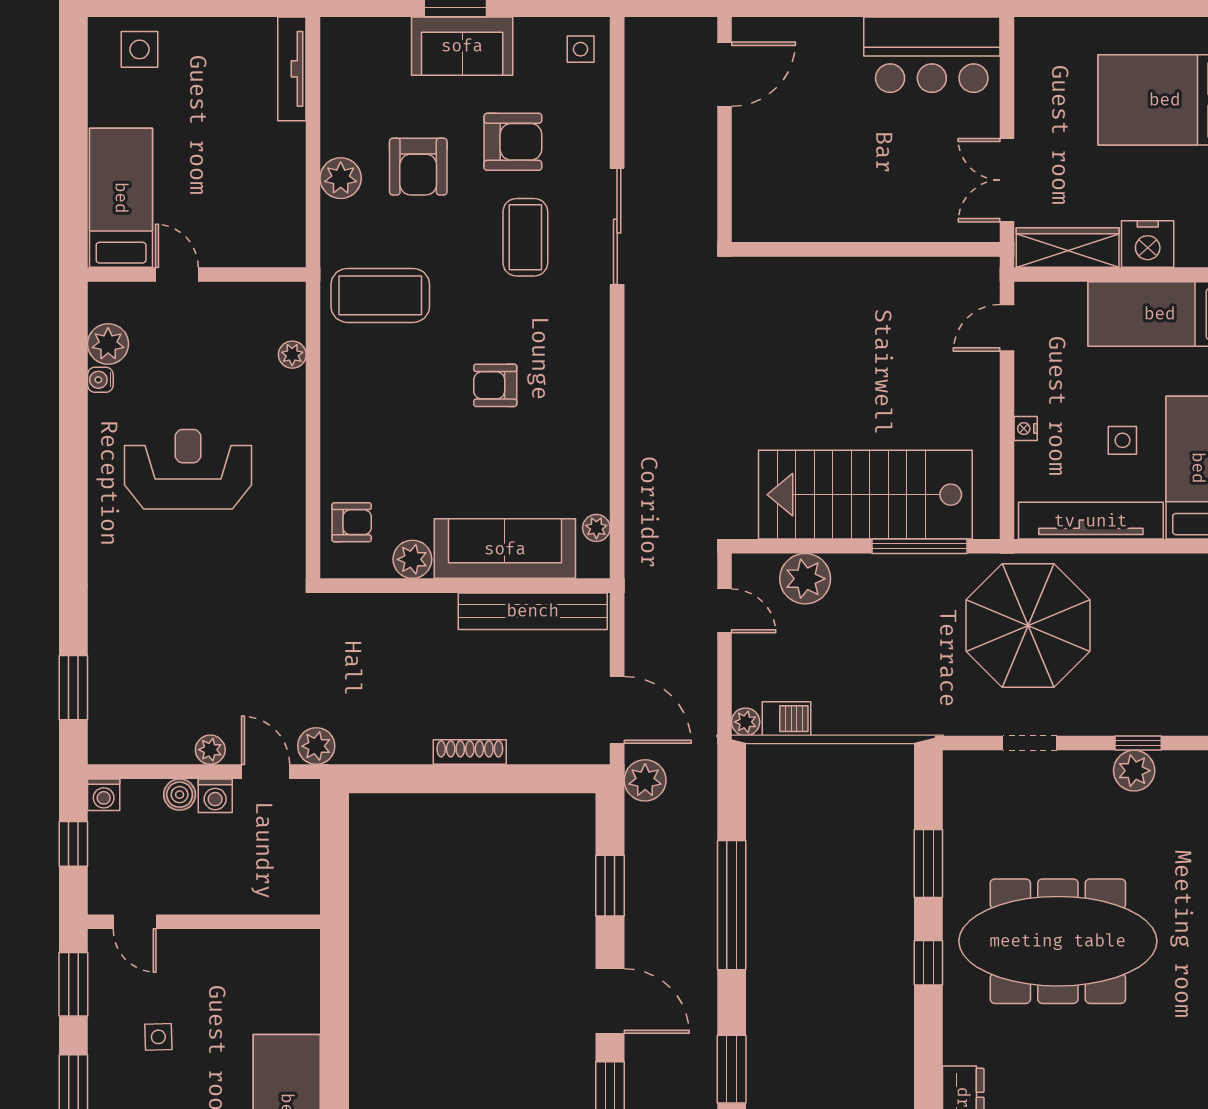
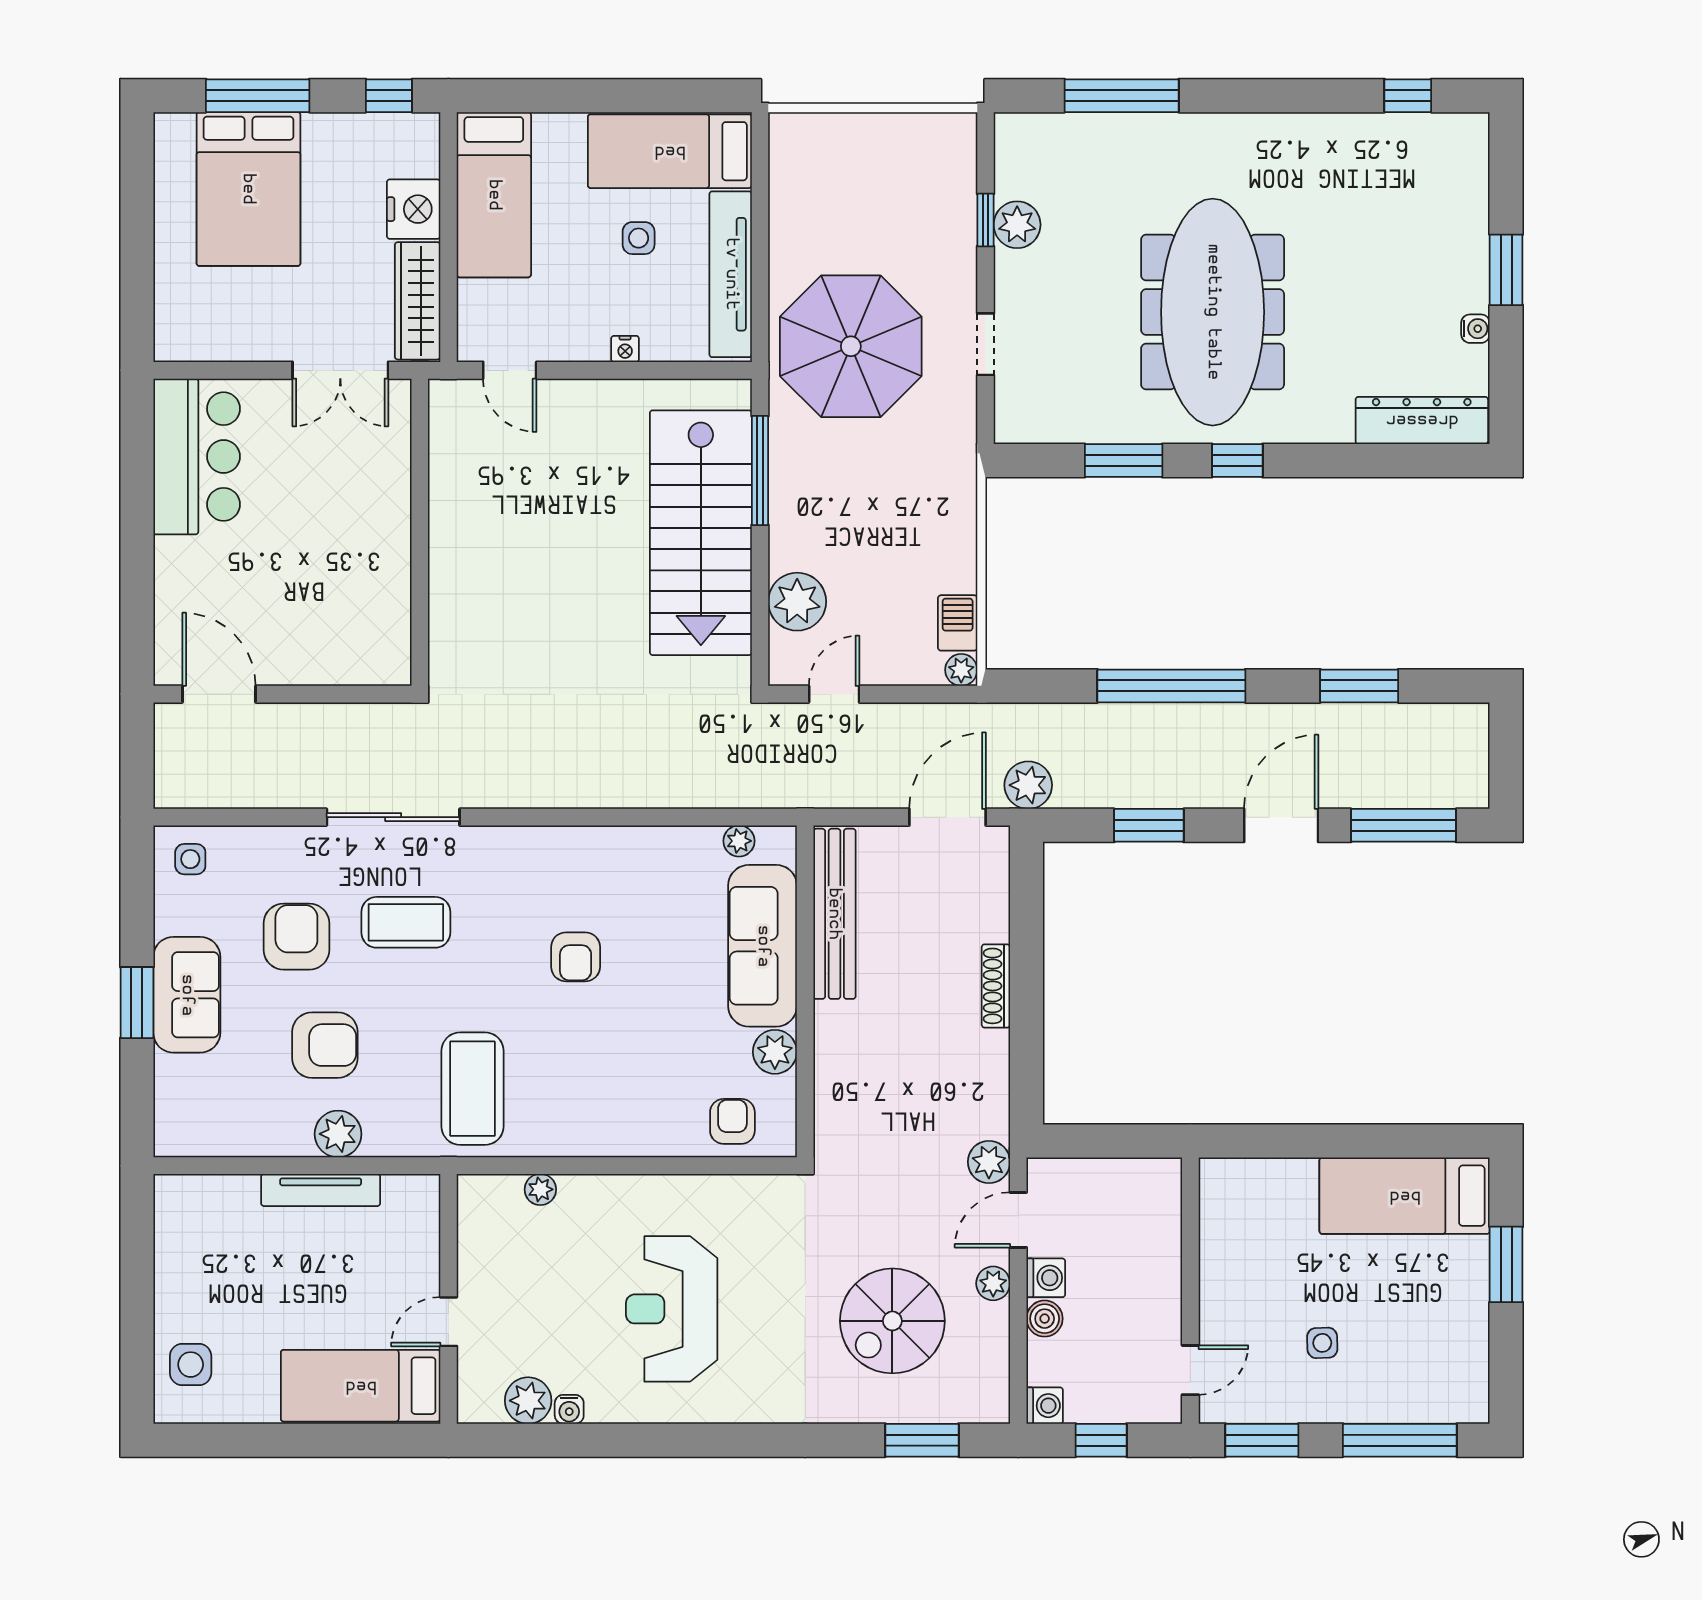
tv unit: (292, 69) -> (321, 1190), moved
spiral stairs: (178, 662) -> (892, 1321), added

